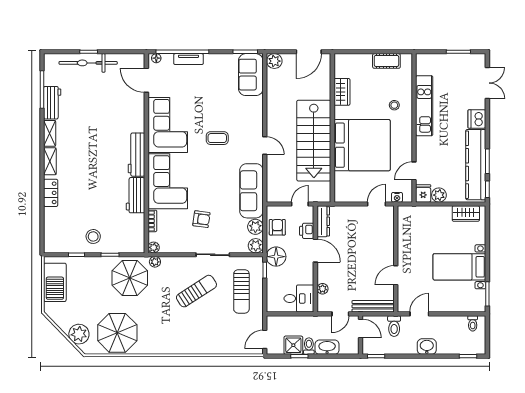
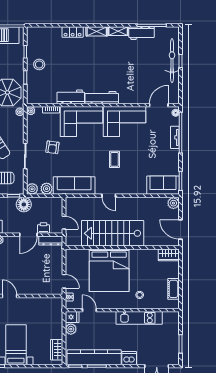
wardrobe: (342, 92) -> (169, 255), moved
door: (265, 146) -> (109, 196), hinge flipped
armchair: (277, 227) -> (46, 205), removed

